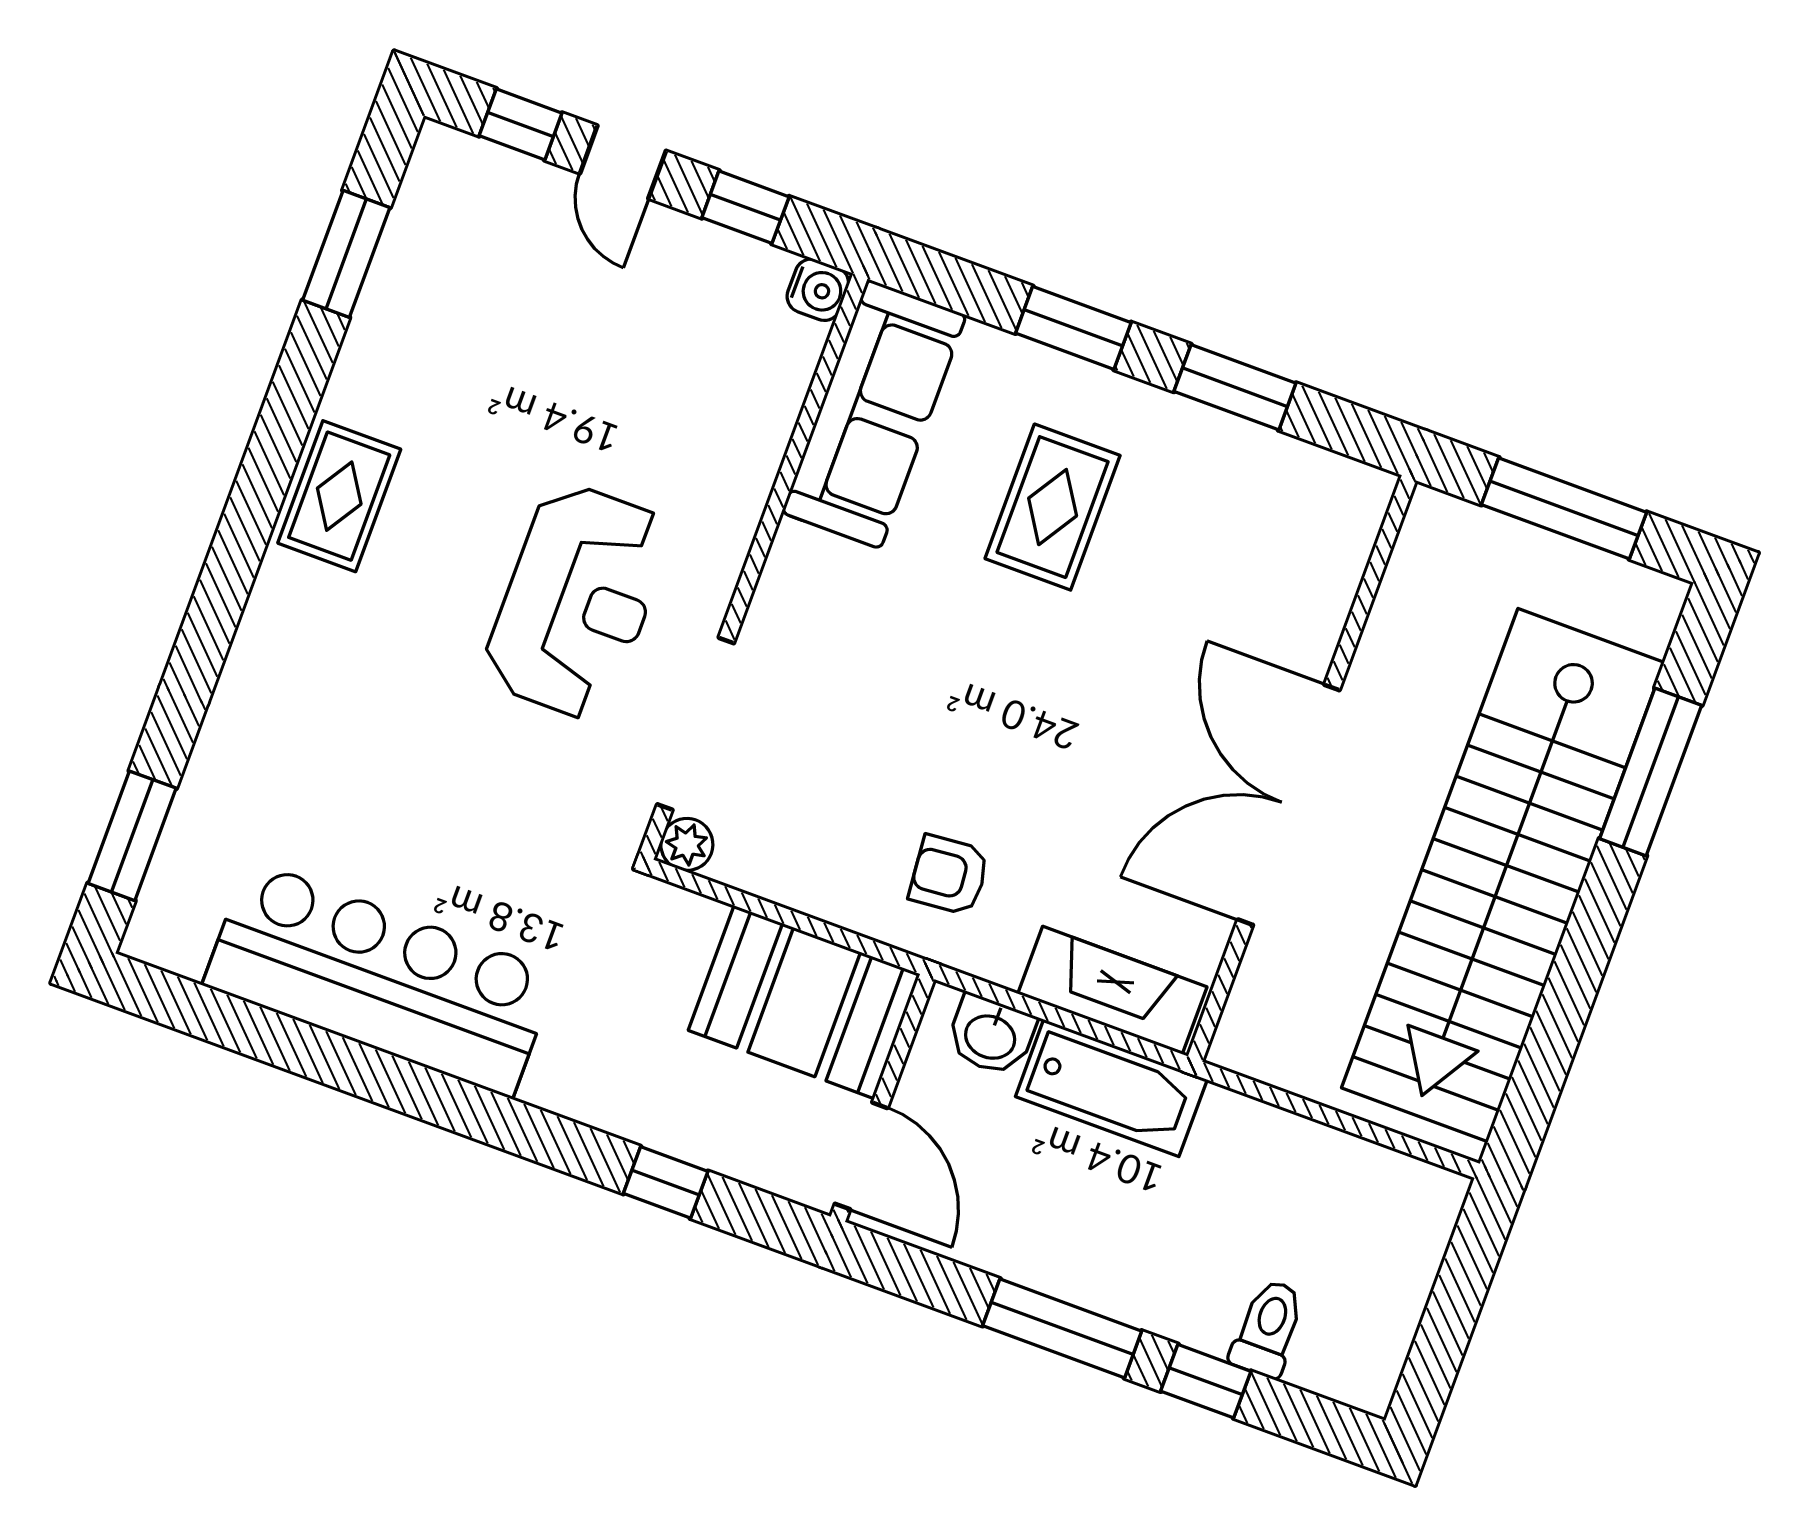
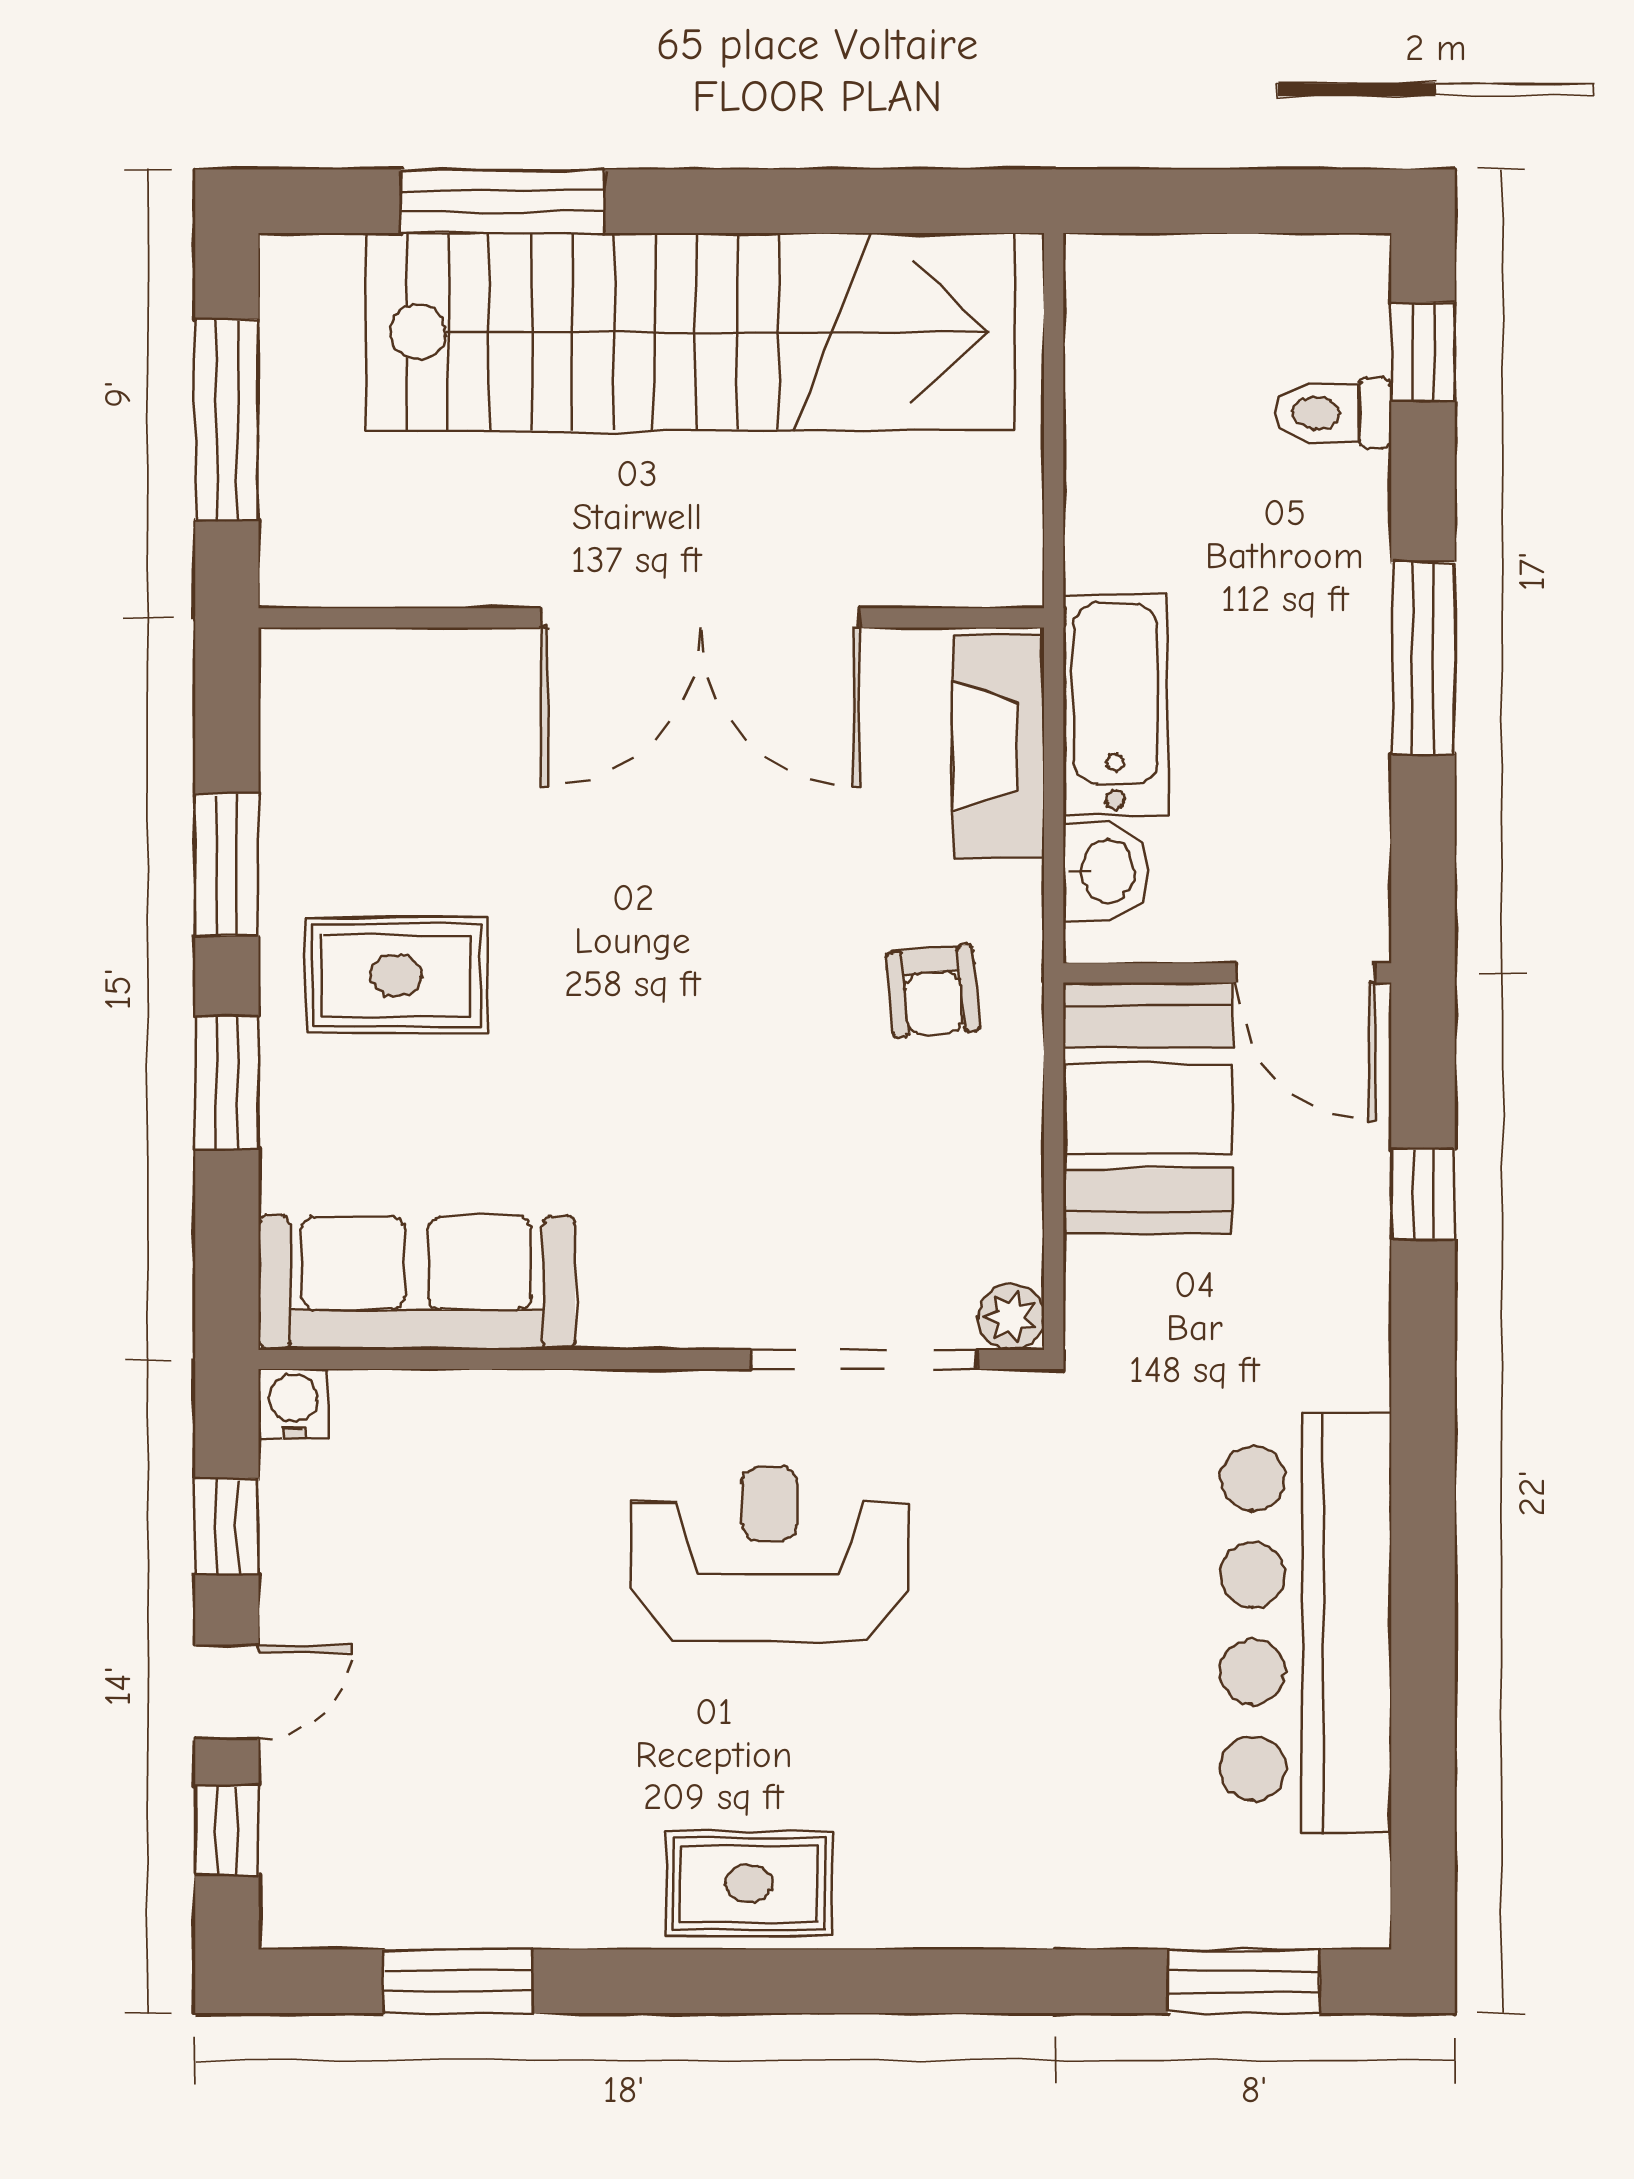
rug: (1053, 507) -> (396, 975), moved
door: (861, 1156) -> (1306, 973), swing flipped
window: (1206, 1381) -> (1423, 352), moved

